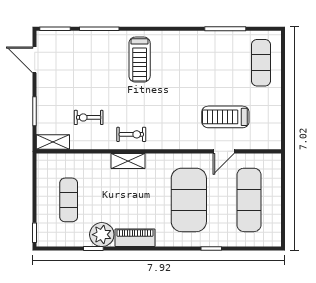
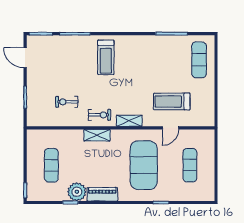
shelving: (53, 142) -> (129, 121), moved
exercise mat: (249, 200) -> (190, 165), width x0.73, depth x0.69

